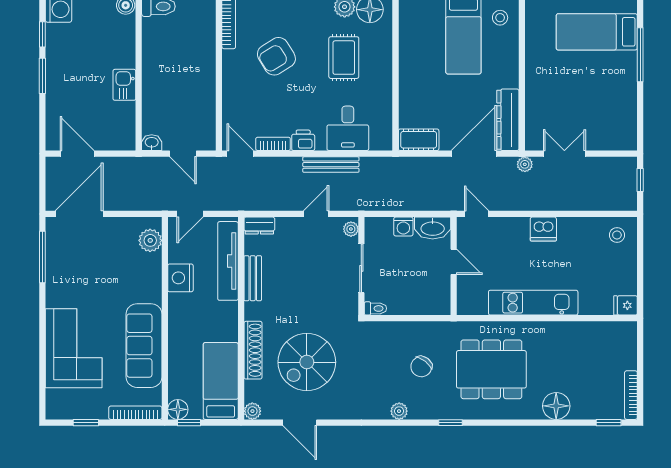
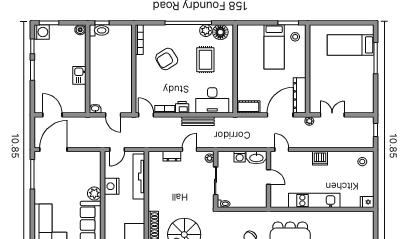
desk: (348, 128) -> (212, 100), width x1.37
dresser: (259, 226) -> (172, 156), moved
plant: (150, 240) -> (94, 193), moved
bench: (253, 278) -> (153, 186), removed

